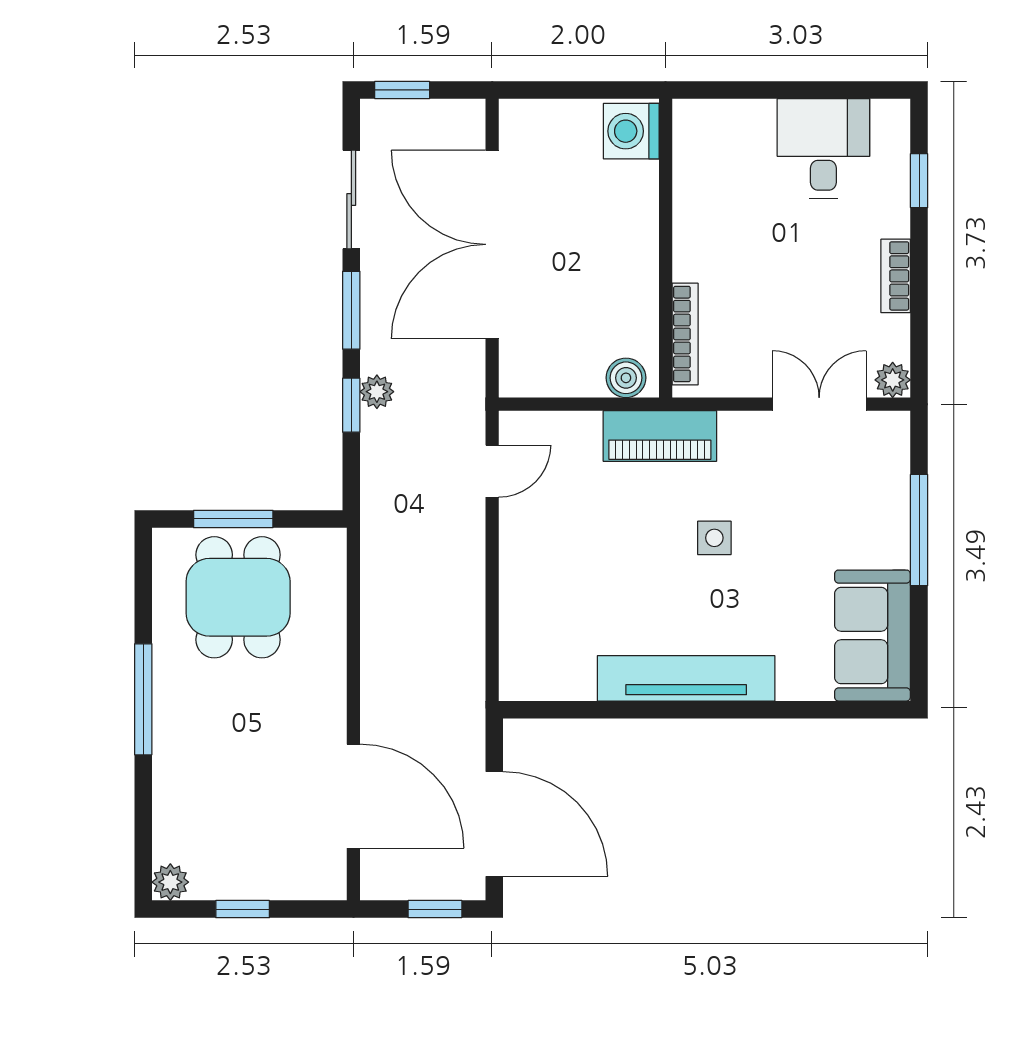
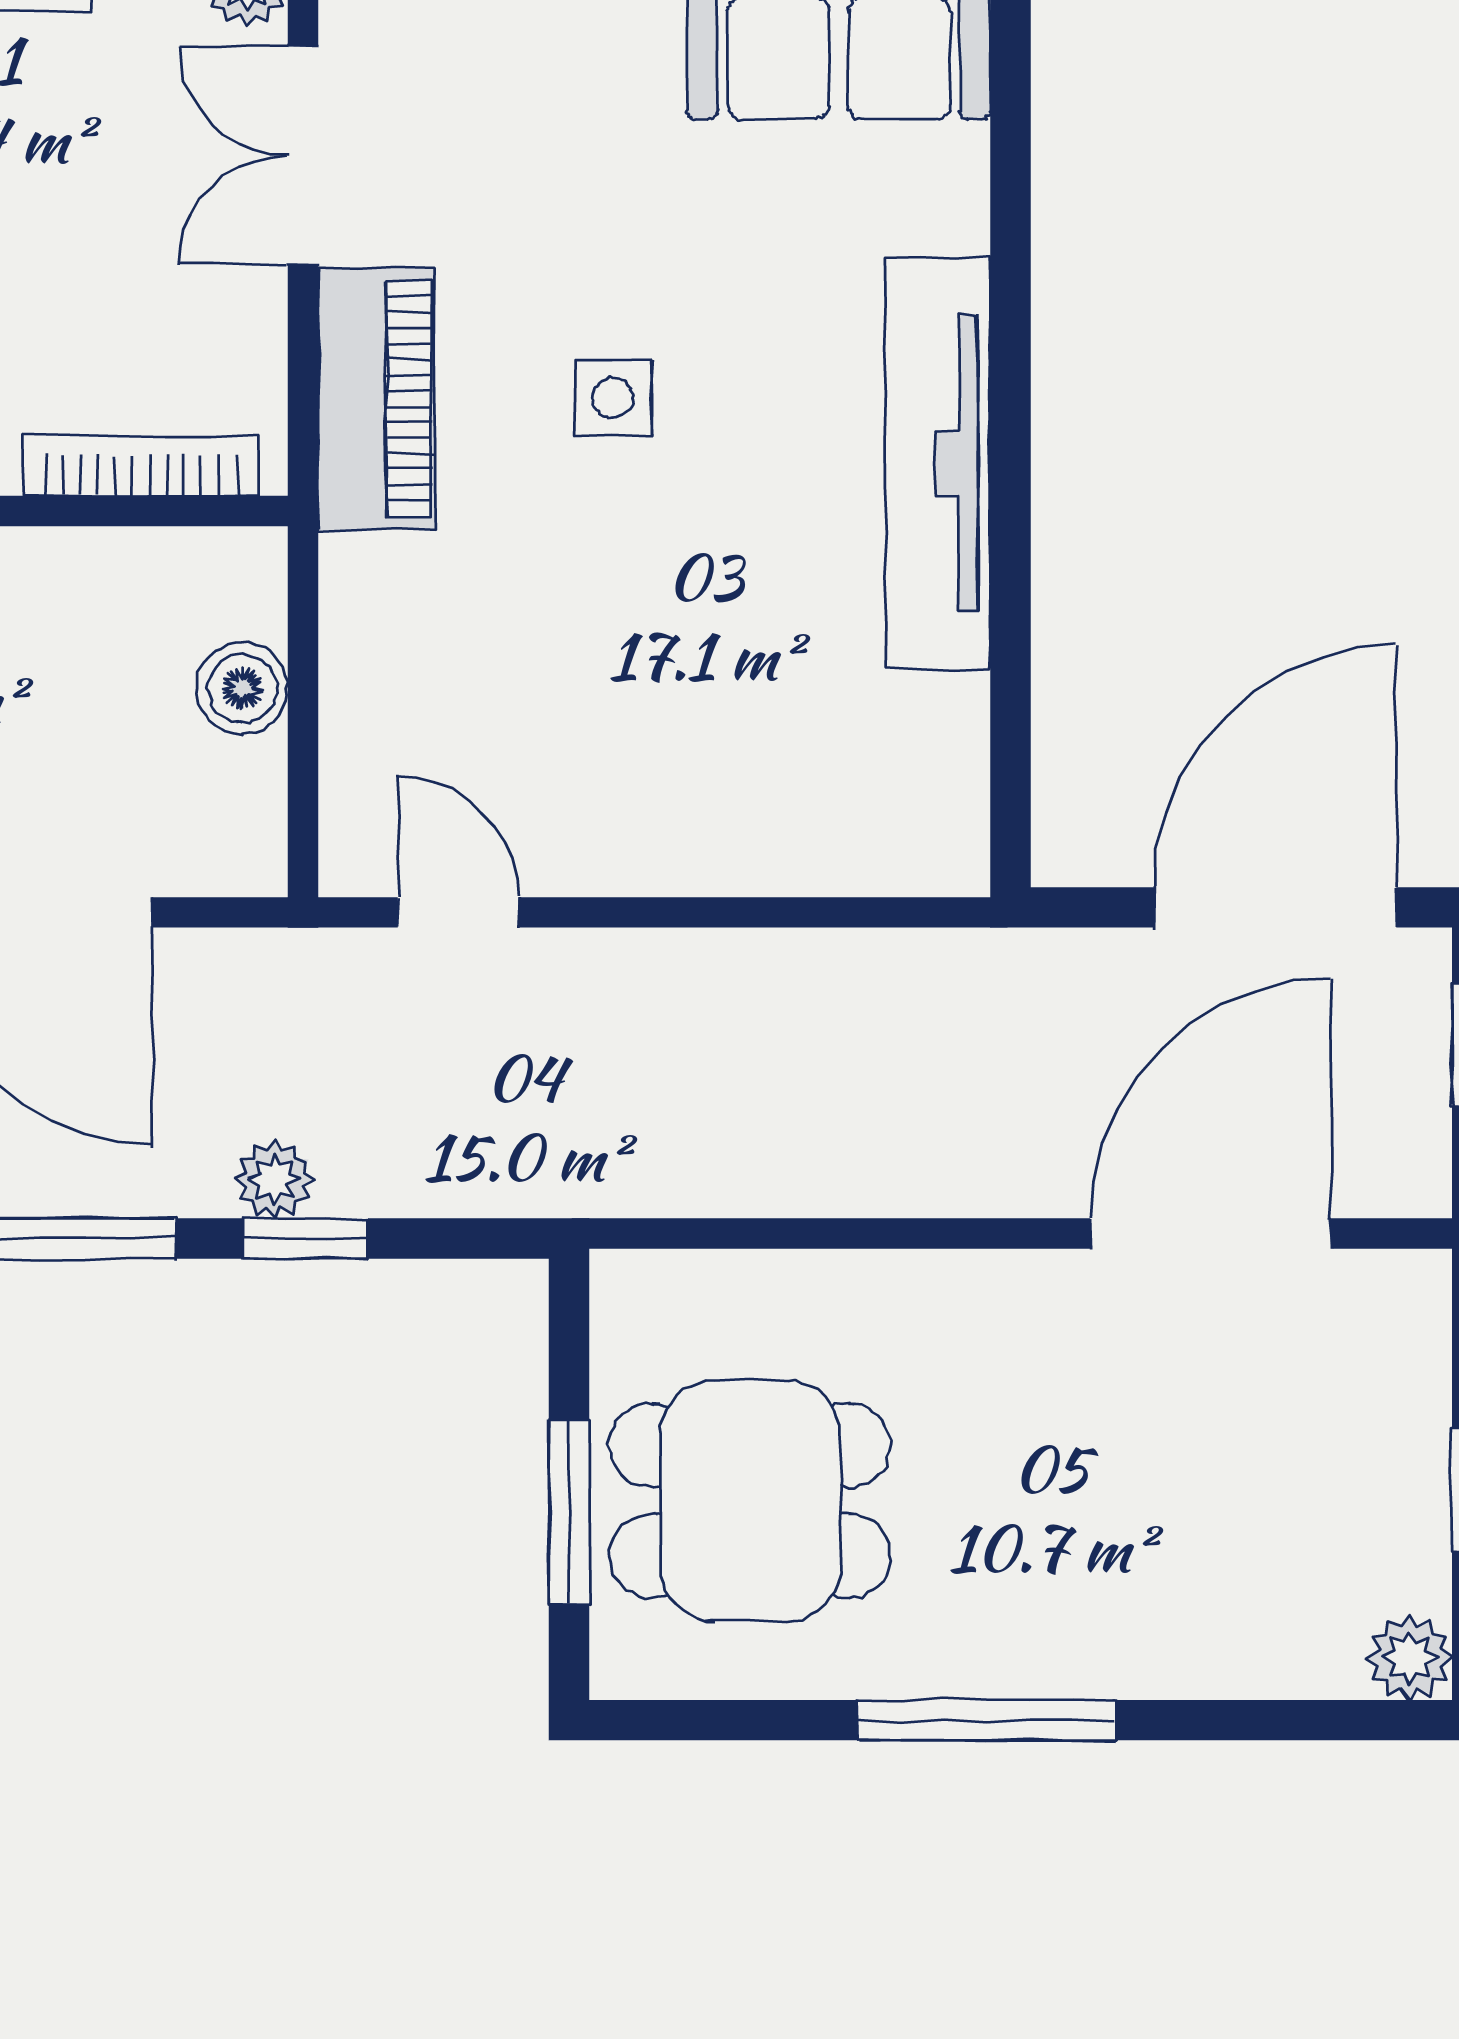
boiler: (626, 378) -> (242, 688), moved
piano: (660, 436) -> (377, 399), moved

